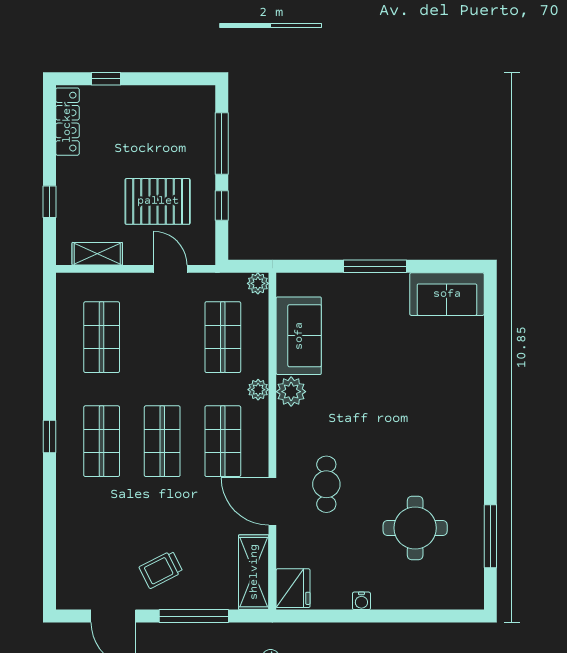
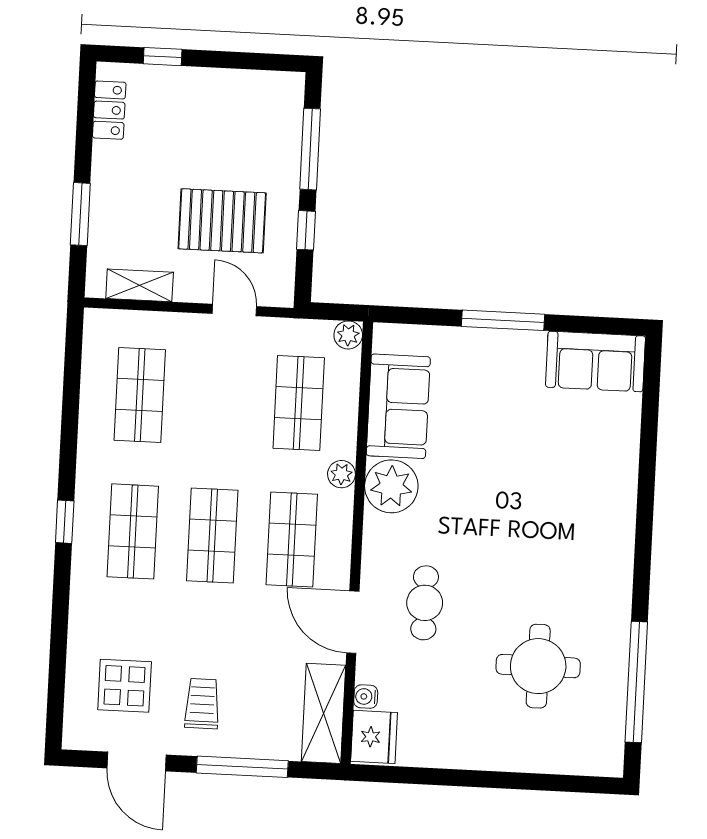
locker: (67, 122) -> (109, 110), width x0.66
window: (49, 202) -> (80, 214), width x1.50
plant: (291, 392) -> (391, 486), width x1.36, depth x1.36
window: (490, 536) -> (636, 682), width x1.46
display table: (101, 559) -> (125, 686), added
trolley: (161, 570) -> (202, 704), turned 117
water cooler: (361, 601) -> (366, 697), moved, turned 90

